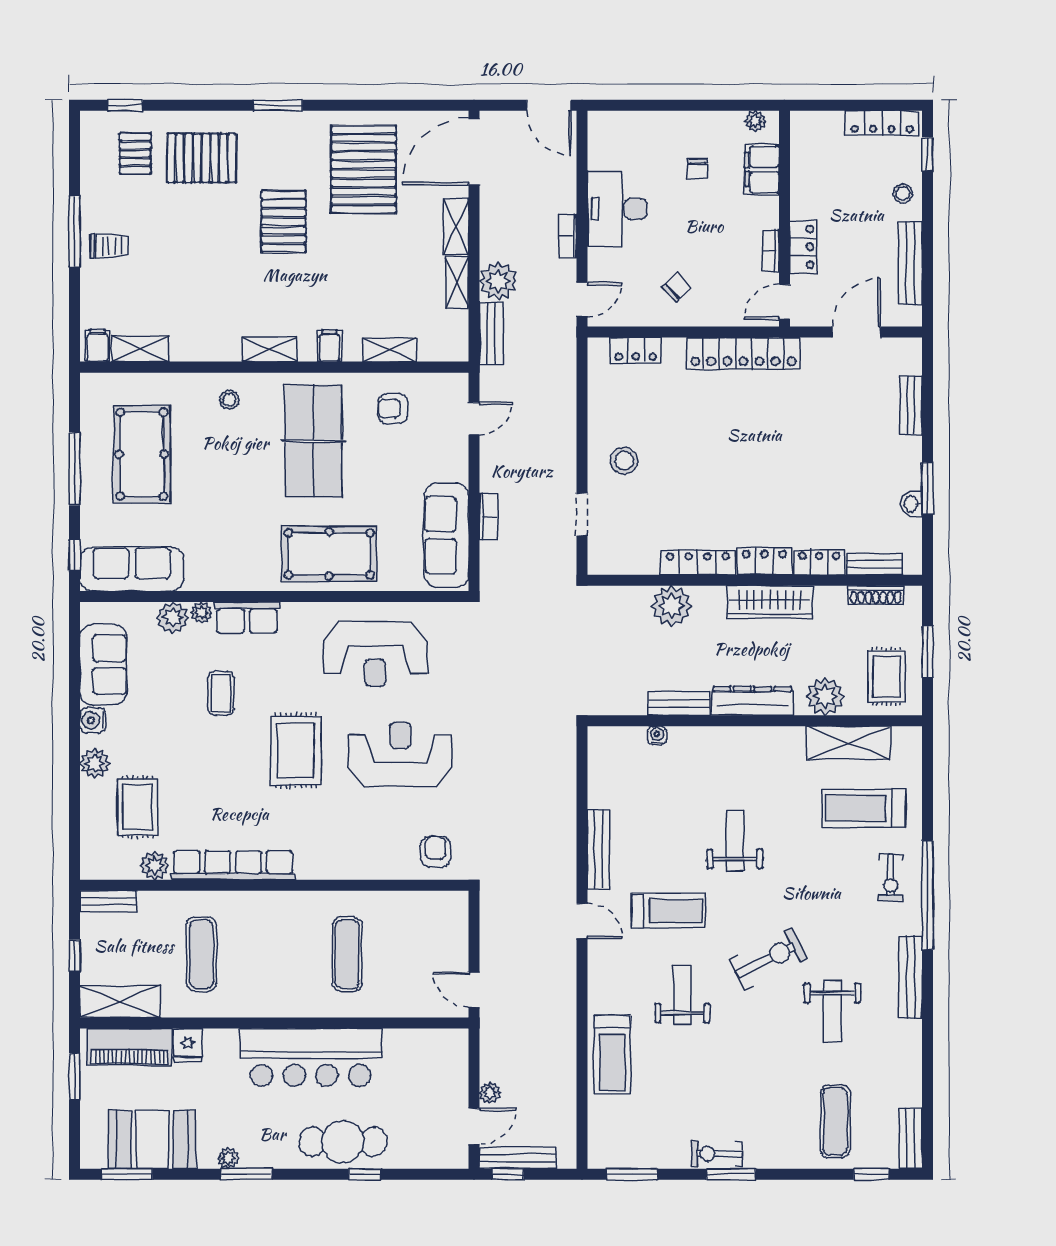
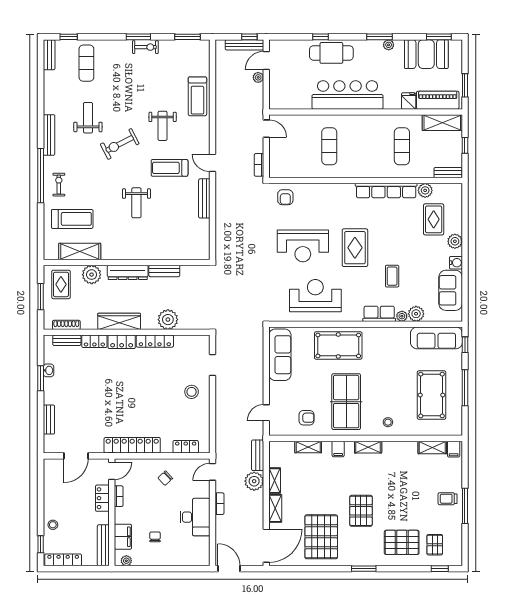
bench: (910, 263) -> (103, 545), moved
bookcase: (489, 516) -> (259, 165), moved
water cooler: (657, 735) -> (175, 255), removed
treadmill: (612, 1055) -> (197, 96), turned 180

